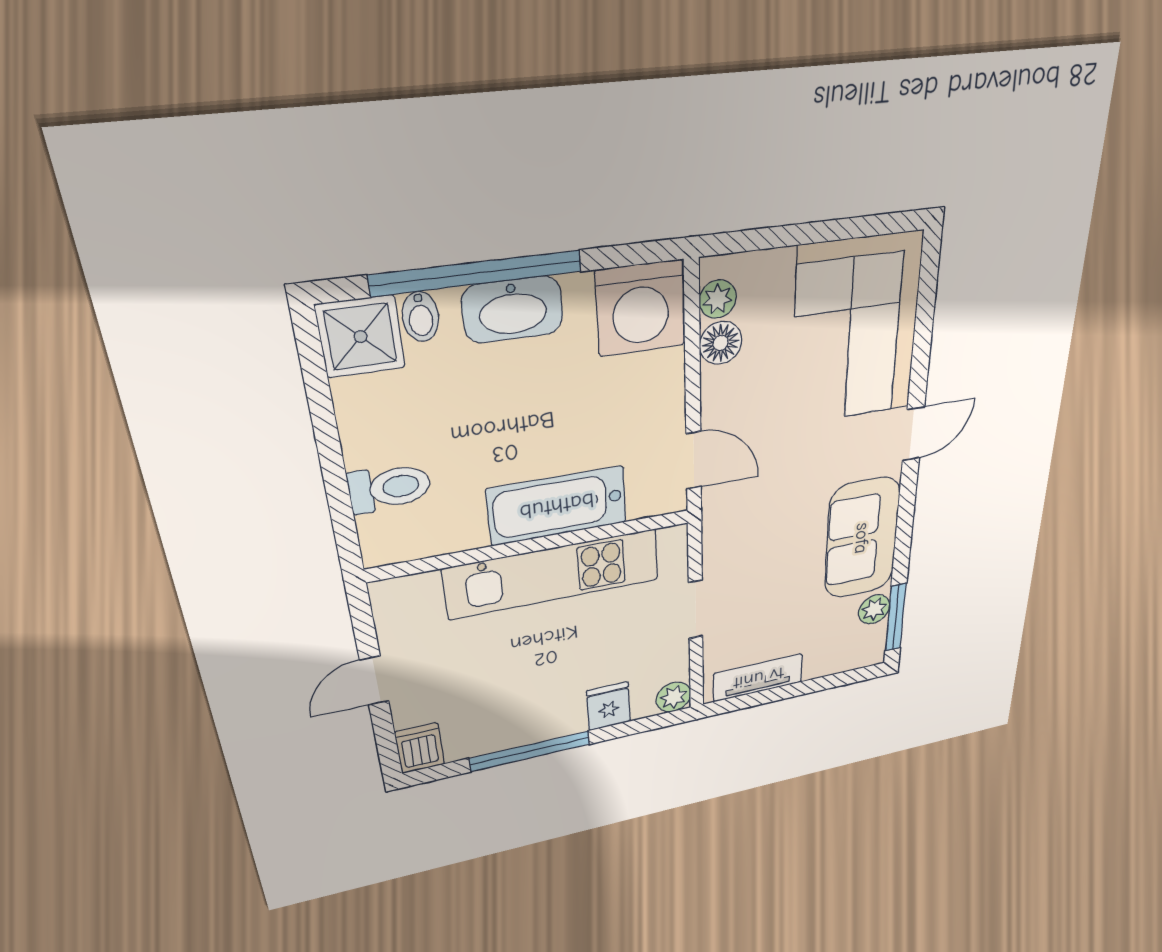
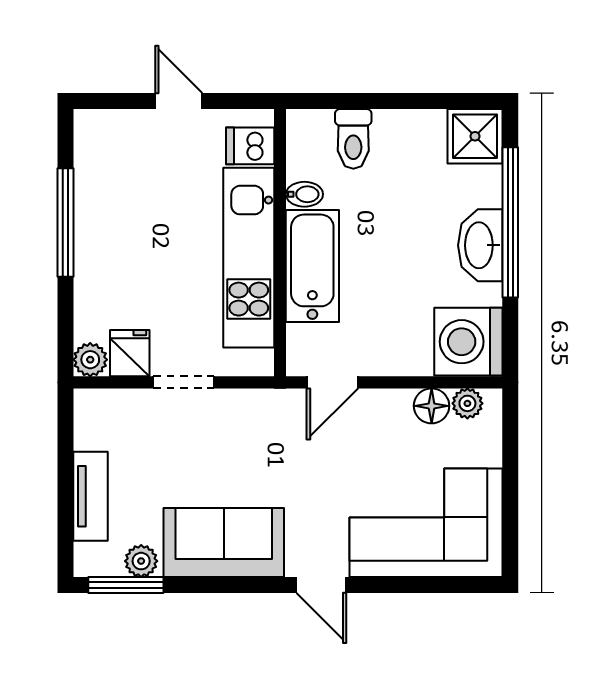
bidet: (421, 317) -> (304, 194), moved, turned 180
tv unit: (758, 678) -> (90, 496), moved
fridge: (608, 706) -> (130, 353), moved, turned -90
dishwasher: (420, 748) -> (250, 146), moved, turned 180

